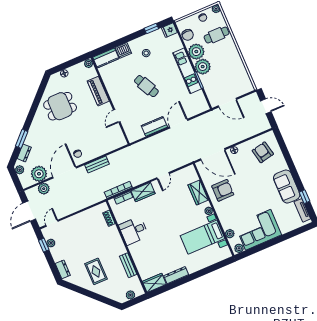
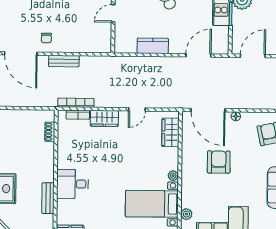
door: (227, 103) -> (253, 56), swing flipped
door: (179, 124) -> (198, 55), moved
door: (65, 172) -> (21, 53), swing flipped
armchair: (223, 190) -> (219, 162), moved, turned -90
wardrobe: (198, 192) -> (170, 132), moved
desk: (134, 231) -> (72, 184), moved

